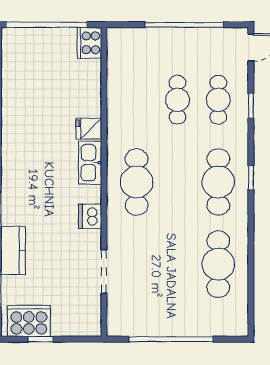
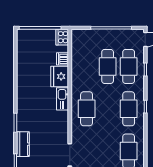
cafe table: (177, 100) -> (108, 66), width x1.37, depth x1.35
cafe table: (218, 100) -> (129, 66), width x1.37, depth x1.35
fridge: (89, 129) -> (60, 76), width x1.88, depth x1.34
dishwasher: (90, 216) -> (63, 59), moved

